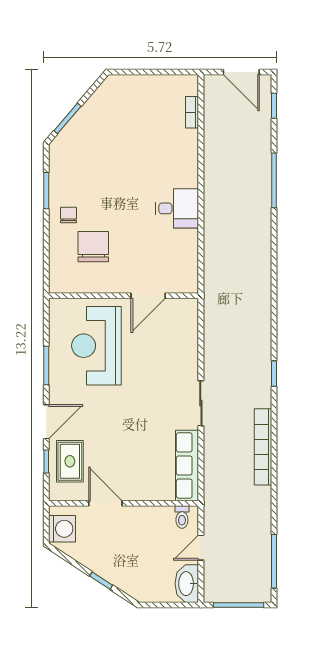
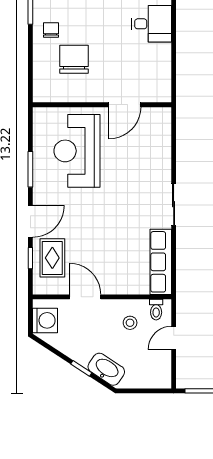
stool: (154, 531) -> (130, 323), added
washbasin: (187, 584) -> (106, 369), moved, turned 123

